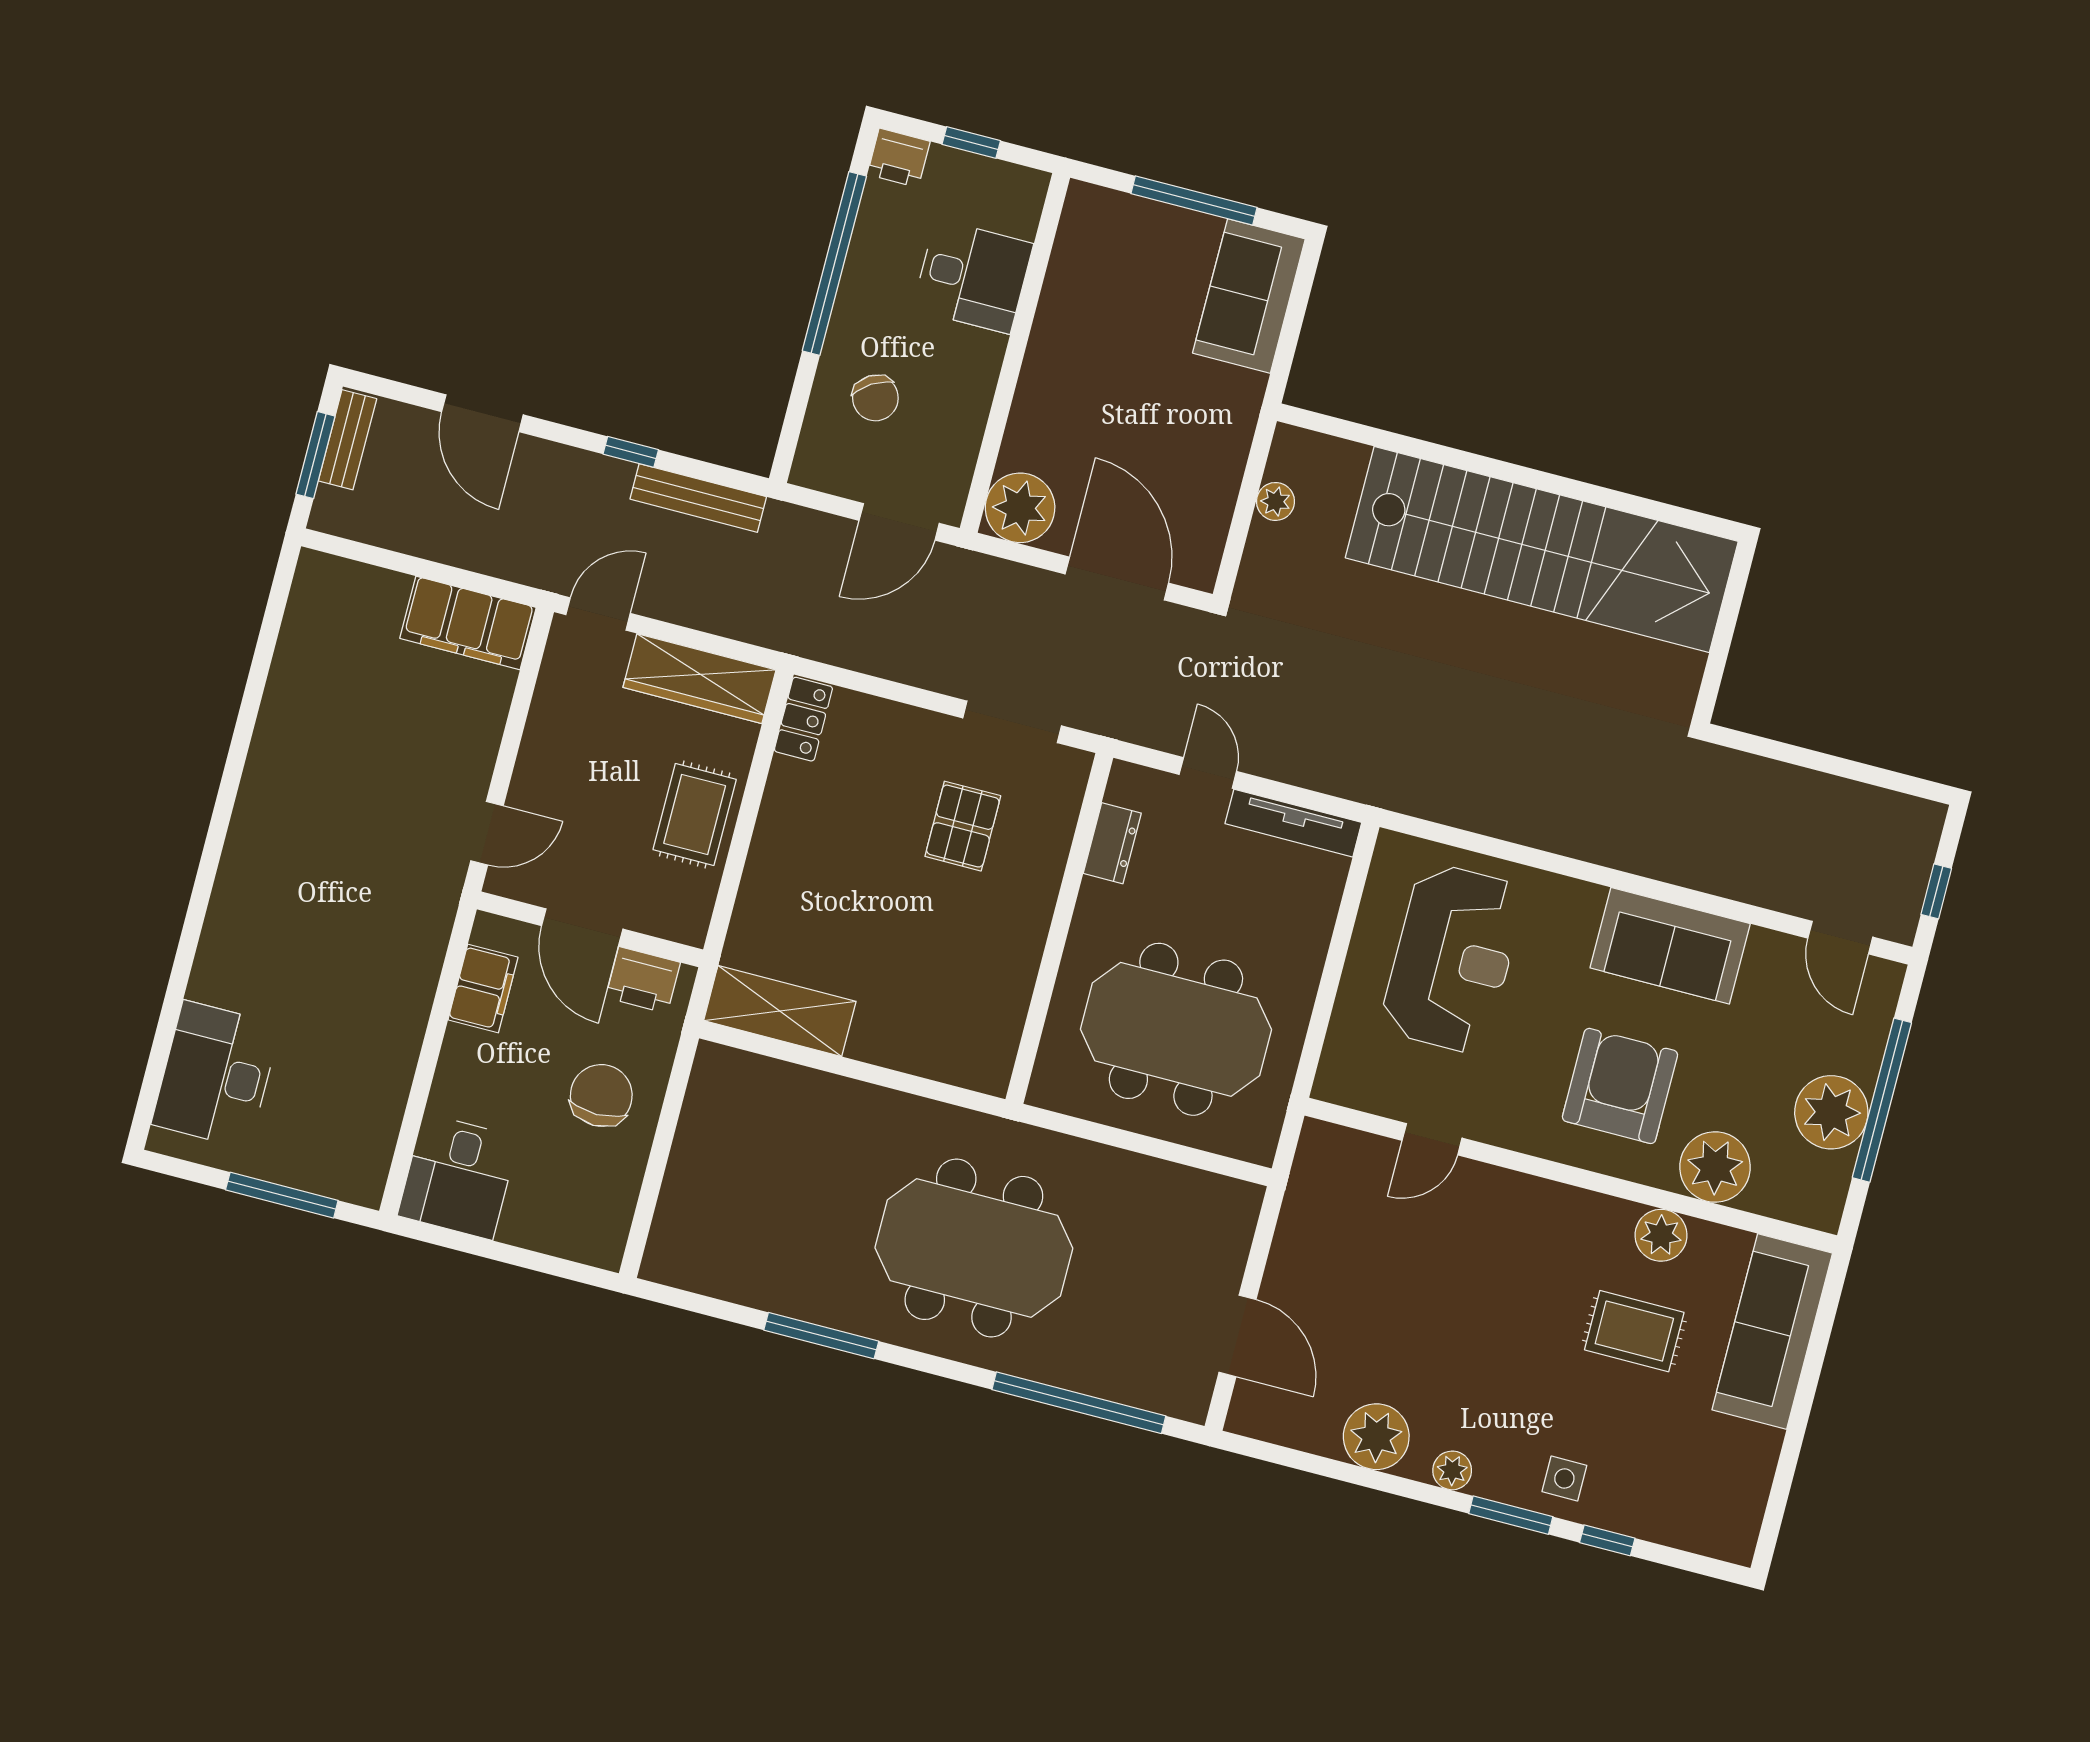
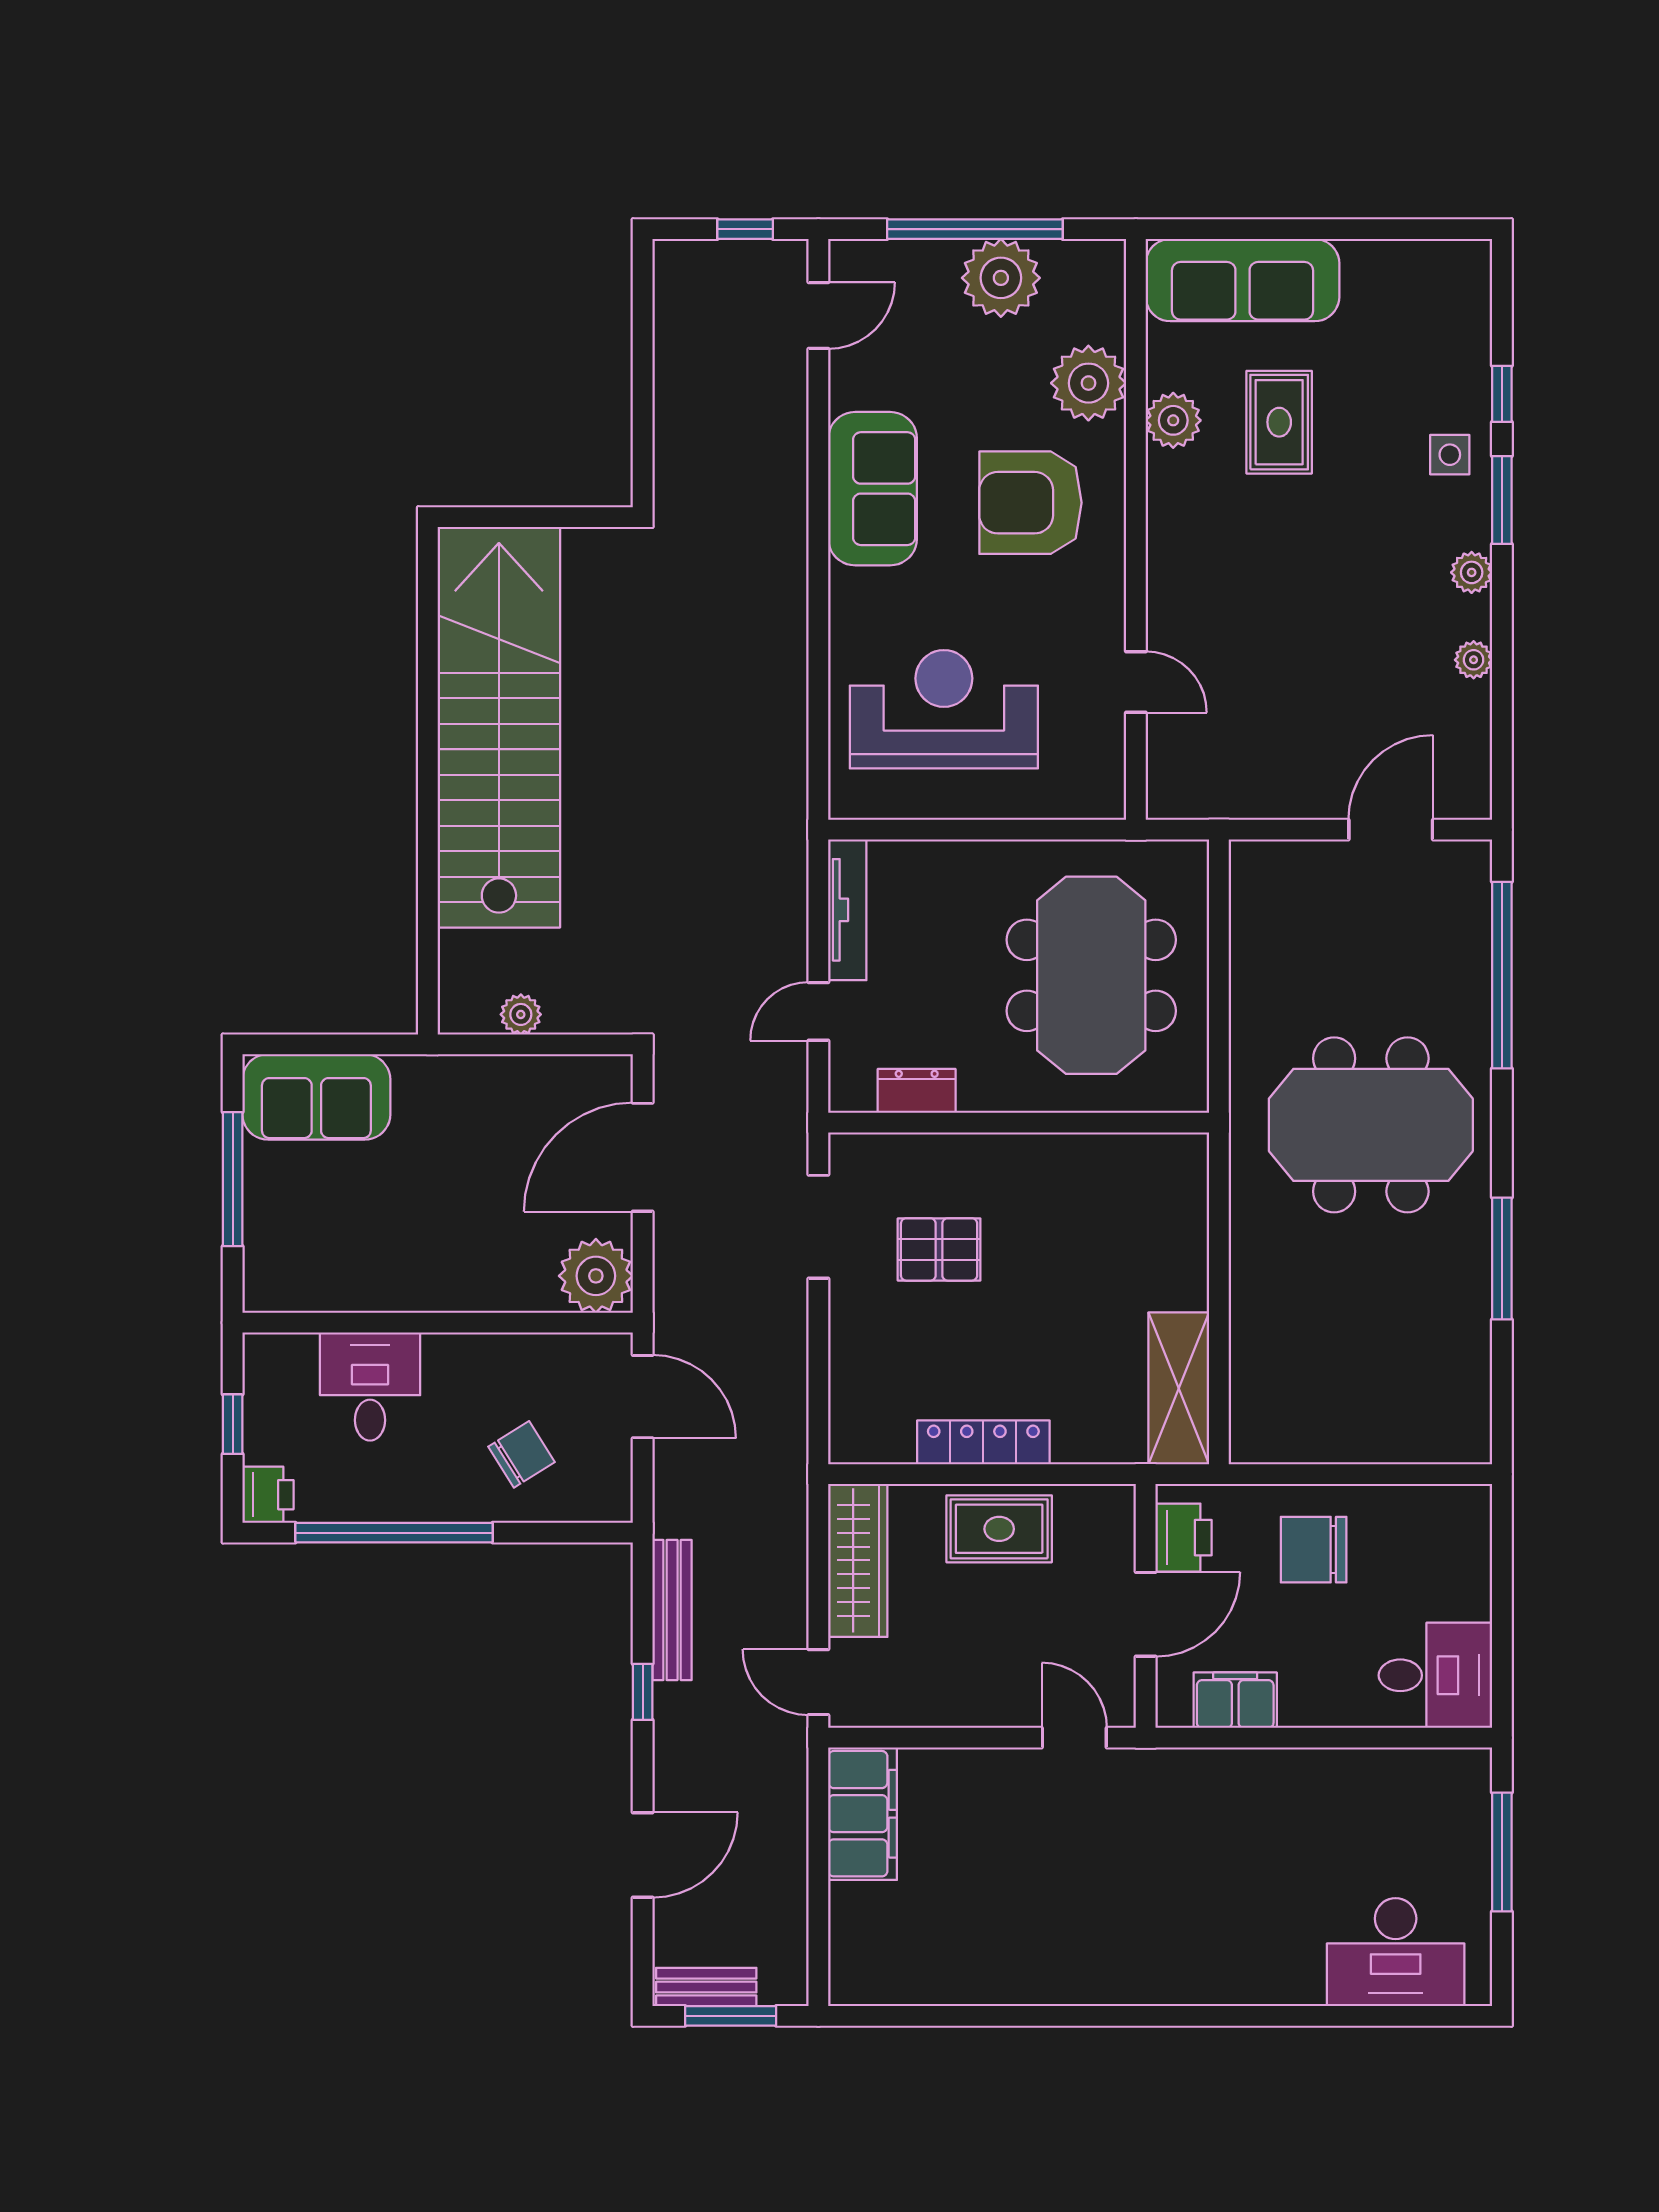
locker: (803, 719) -> (983, 1442), moved, width x1.53
meeting table: (974, 1248) -> (1371, 1125), turned 90
plant: (1376, 1437) -> (1474, 660), width x0.53, depth x0.53

